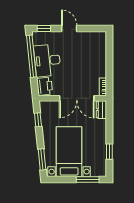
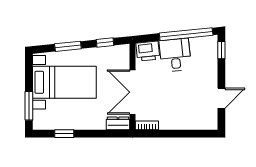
door: (69, 29) -> (221, 98), moved
desk: (47, 60) -> (175, 55), width x0.73
window: (42, 159) -> (68, 46), moved

